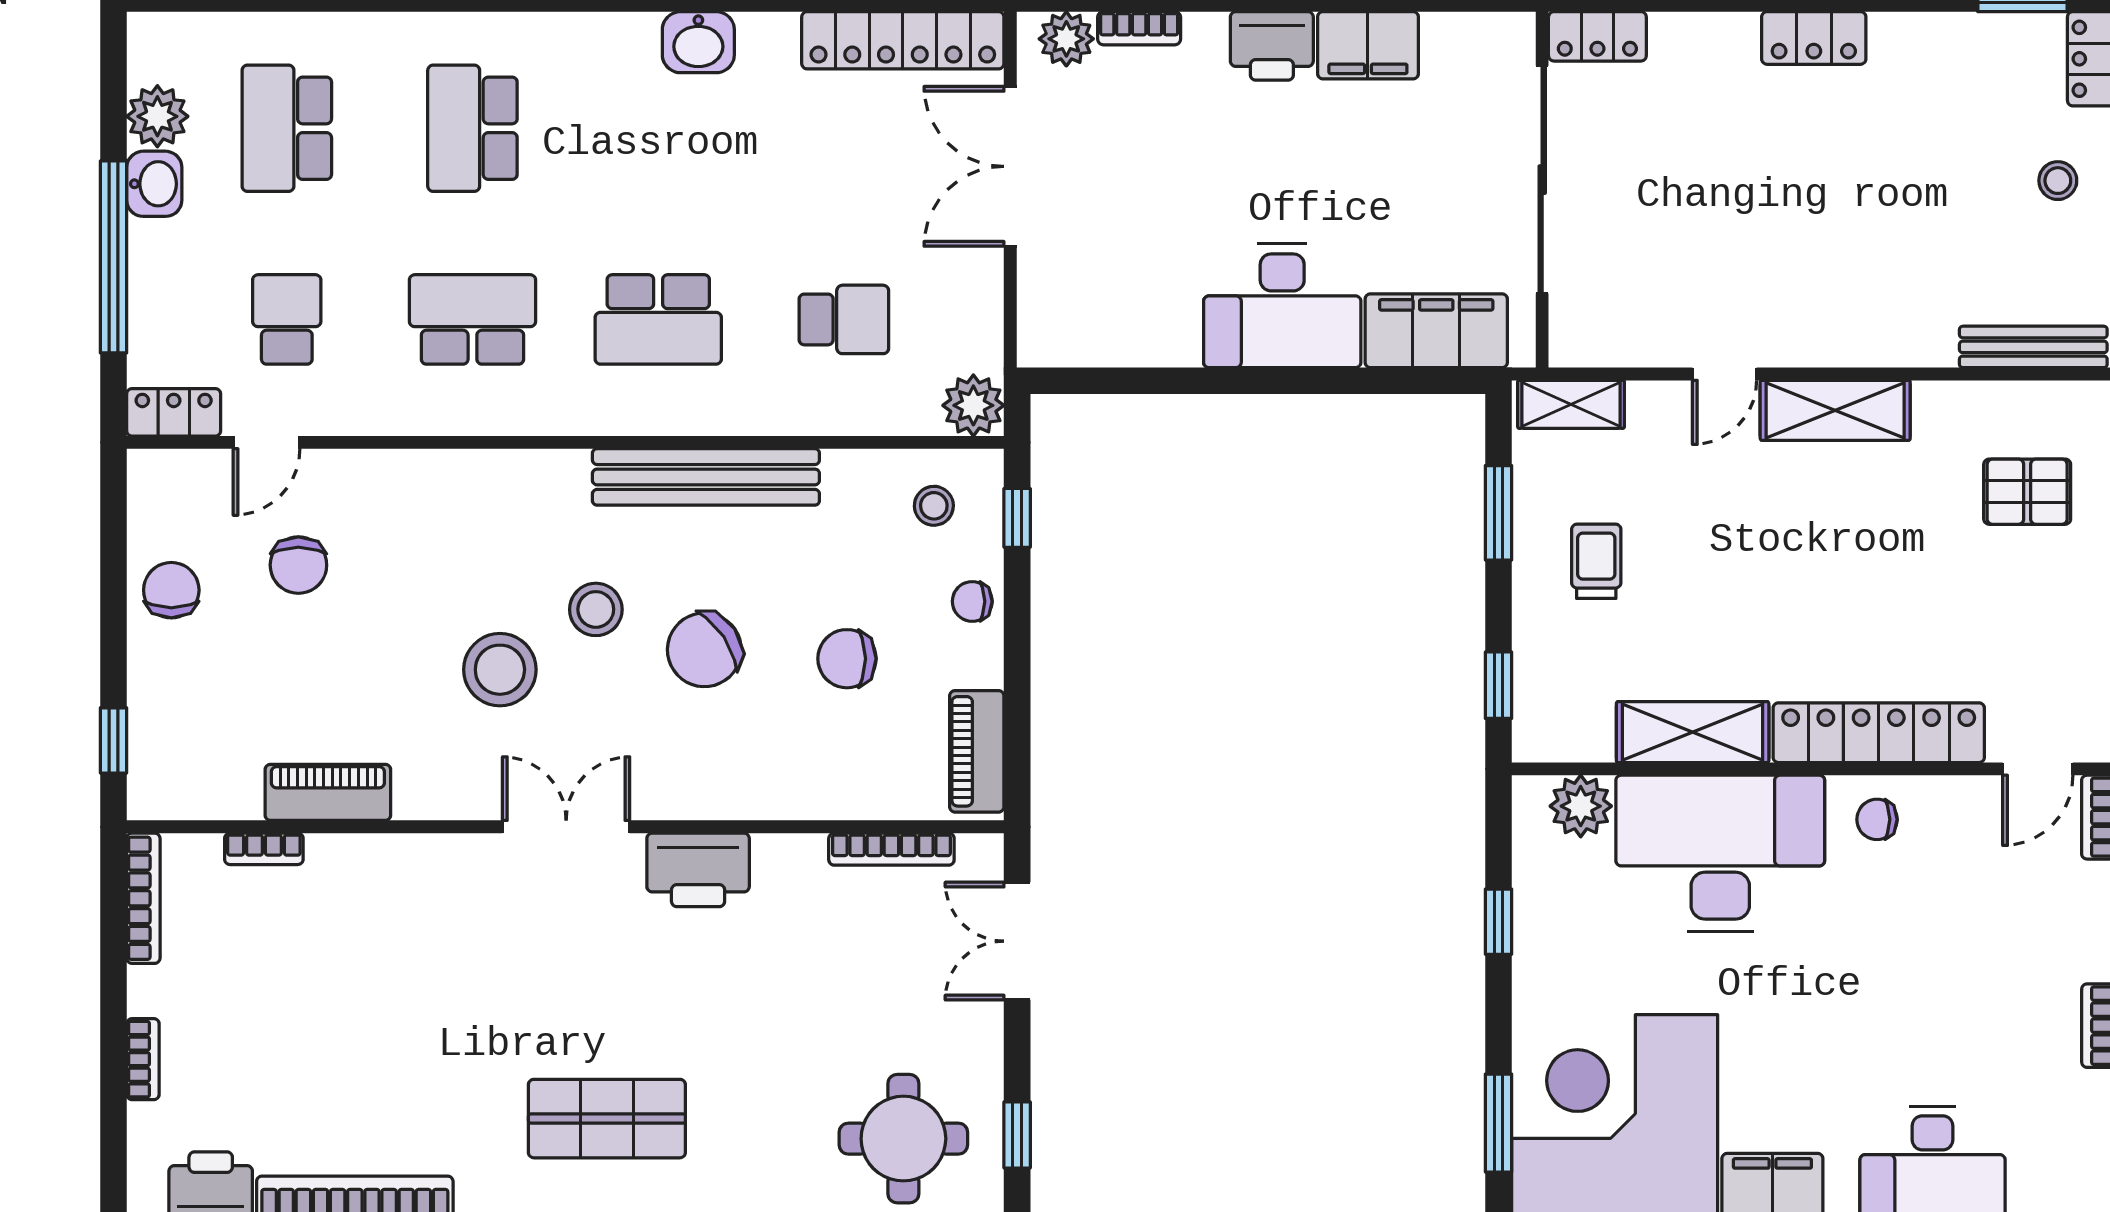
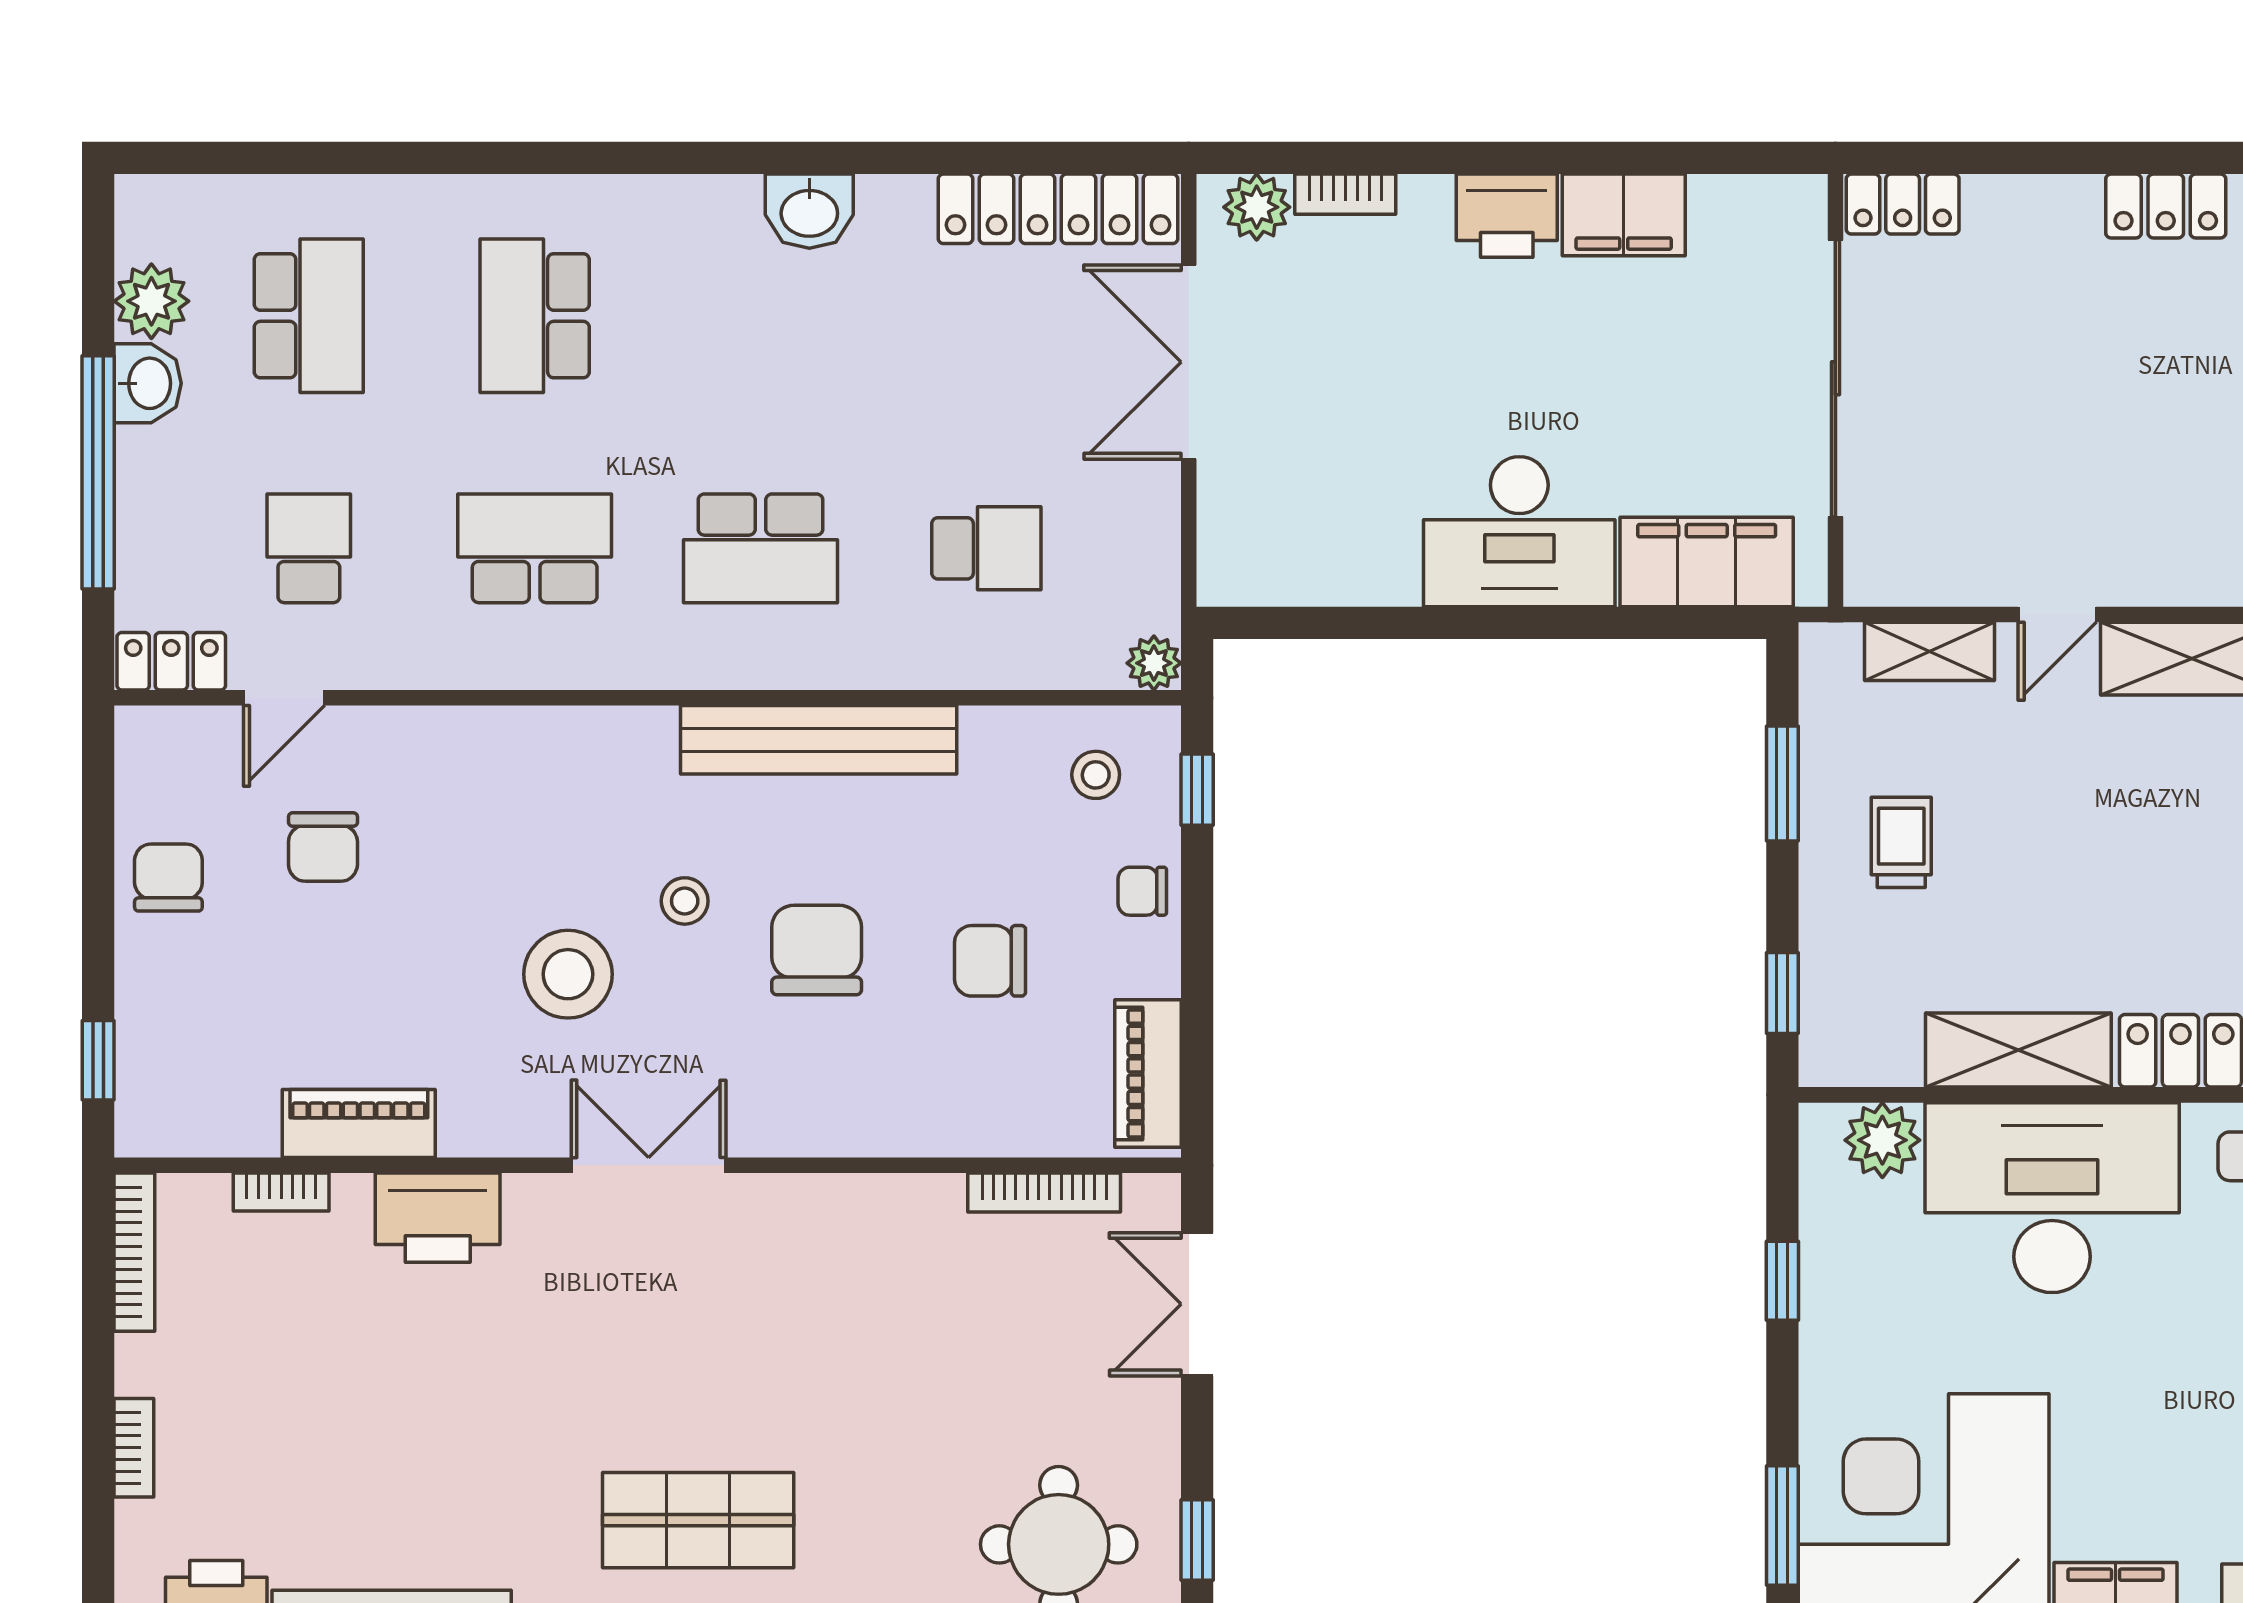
school desk: (287, 128) -> (309, 316), turned 180
shelving: (1571, 404) -> (1929, 651), moved
plant: (973, 405) -> (1154, 663), width x0.73, depth x0.73
stool: (596, 609) -> (685, 901), width x0.73, depth x0.73
chair: (704, 650) -> (817, 950), turned 124
printer: (698, 870) -> (438, 1218), moved

